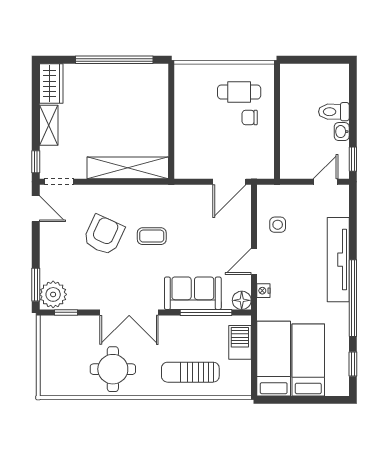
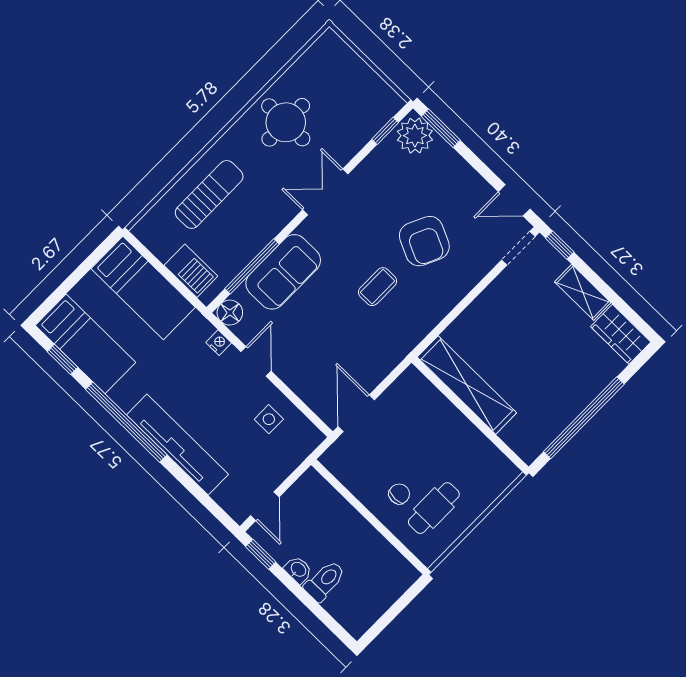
shelving: (128, 168) -> (467, 385), moved, turned 90
double door: (129, 312) -> (325, 192), width x0.73
bed: (308, 360) -> (85, 344), moved

